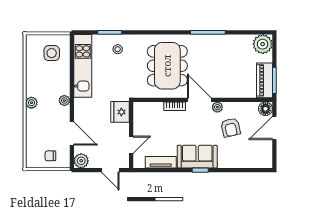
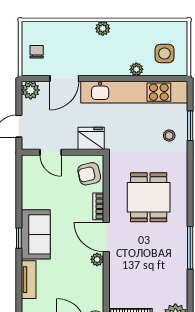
kitchen unit: (83, 66) -> (134, 92), width x1.36
dining table: (167, 66) -> (149, 197), width x0.73
plant: (64, 100) -> (136, 69), moved
door: (199, 100) -> (106, 237), swing flipped
armchair: (231, 128) -> (89, 174), moved
tv unit: (161, 162) -> (29, 280), moved

